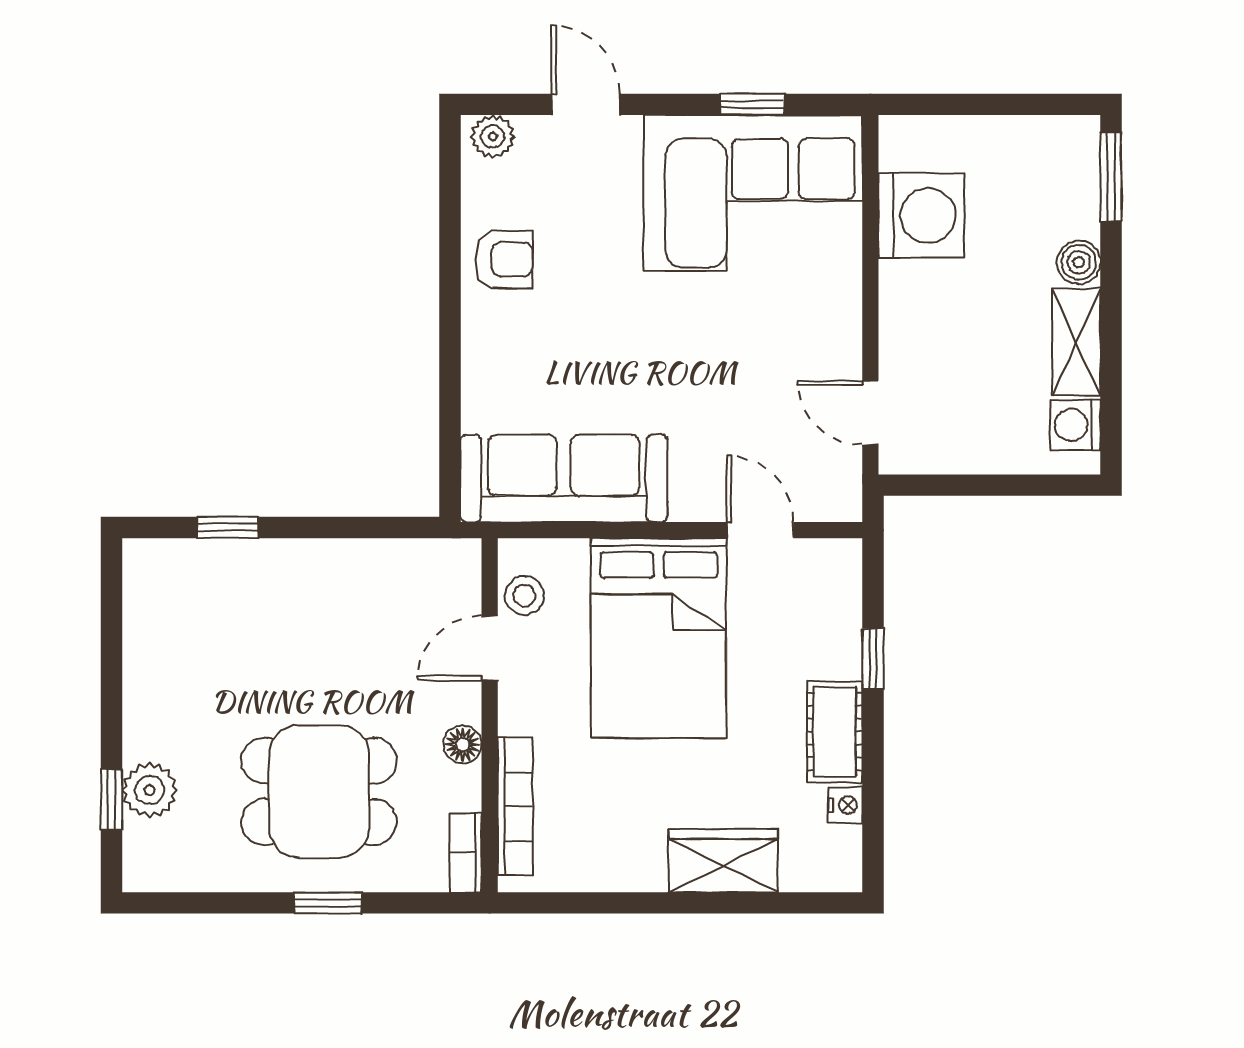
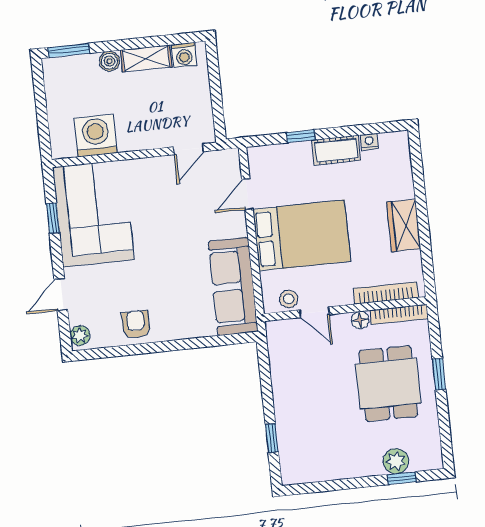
bookcase: (466, 853) -> (399, 314), width x1.56
wardrobe: (723, 861) -> (404, 225), moved

